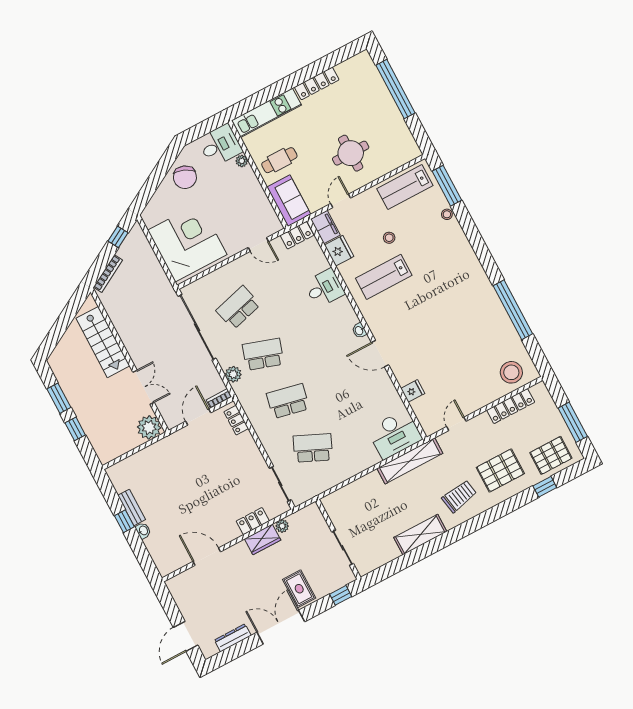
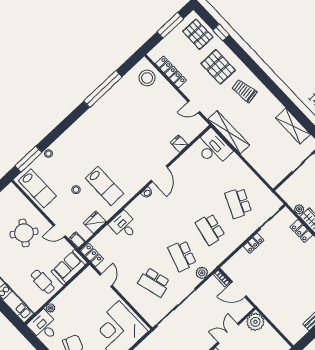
round table: (351, 153) -> (24, 233), turned 35
filing cabinet: (325, 227) -> (77, 240), width x0.50
locker: (236, 420) -> (254, 243), moved
shelving: (420, 535) -> (293, 126), moved

